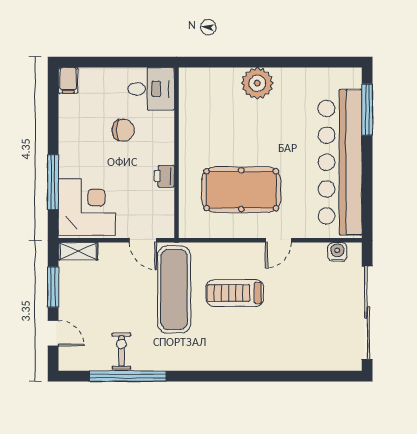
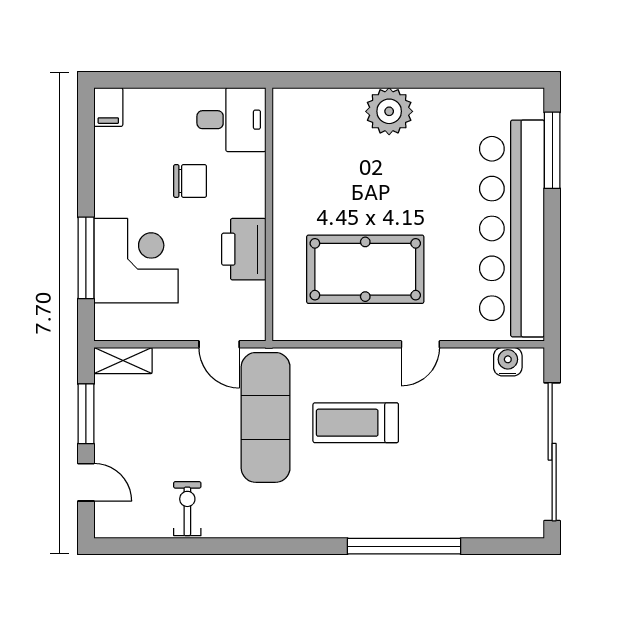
printer: (164, 176) -> (244, 249), width x1.87, depth x1.48
corner desk: (87, 207) -> (136, 261), moved
window: (128, 376) -> (404, 546), moved

